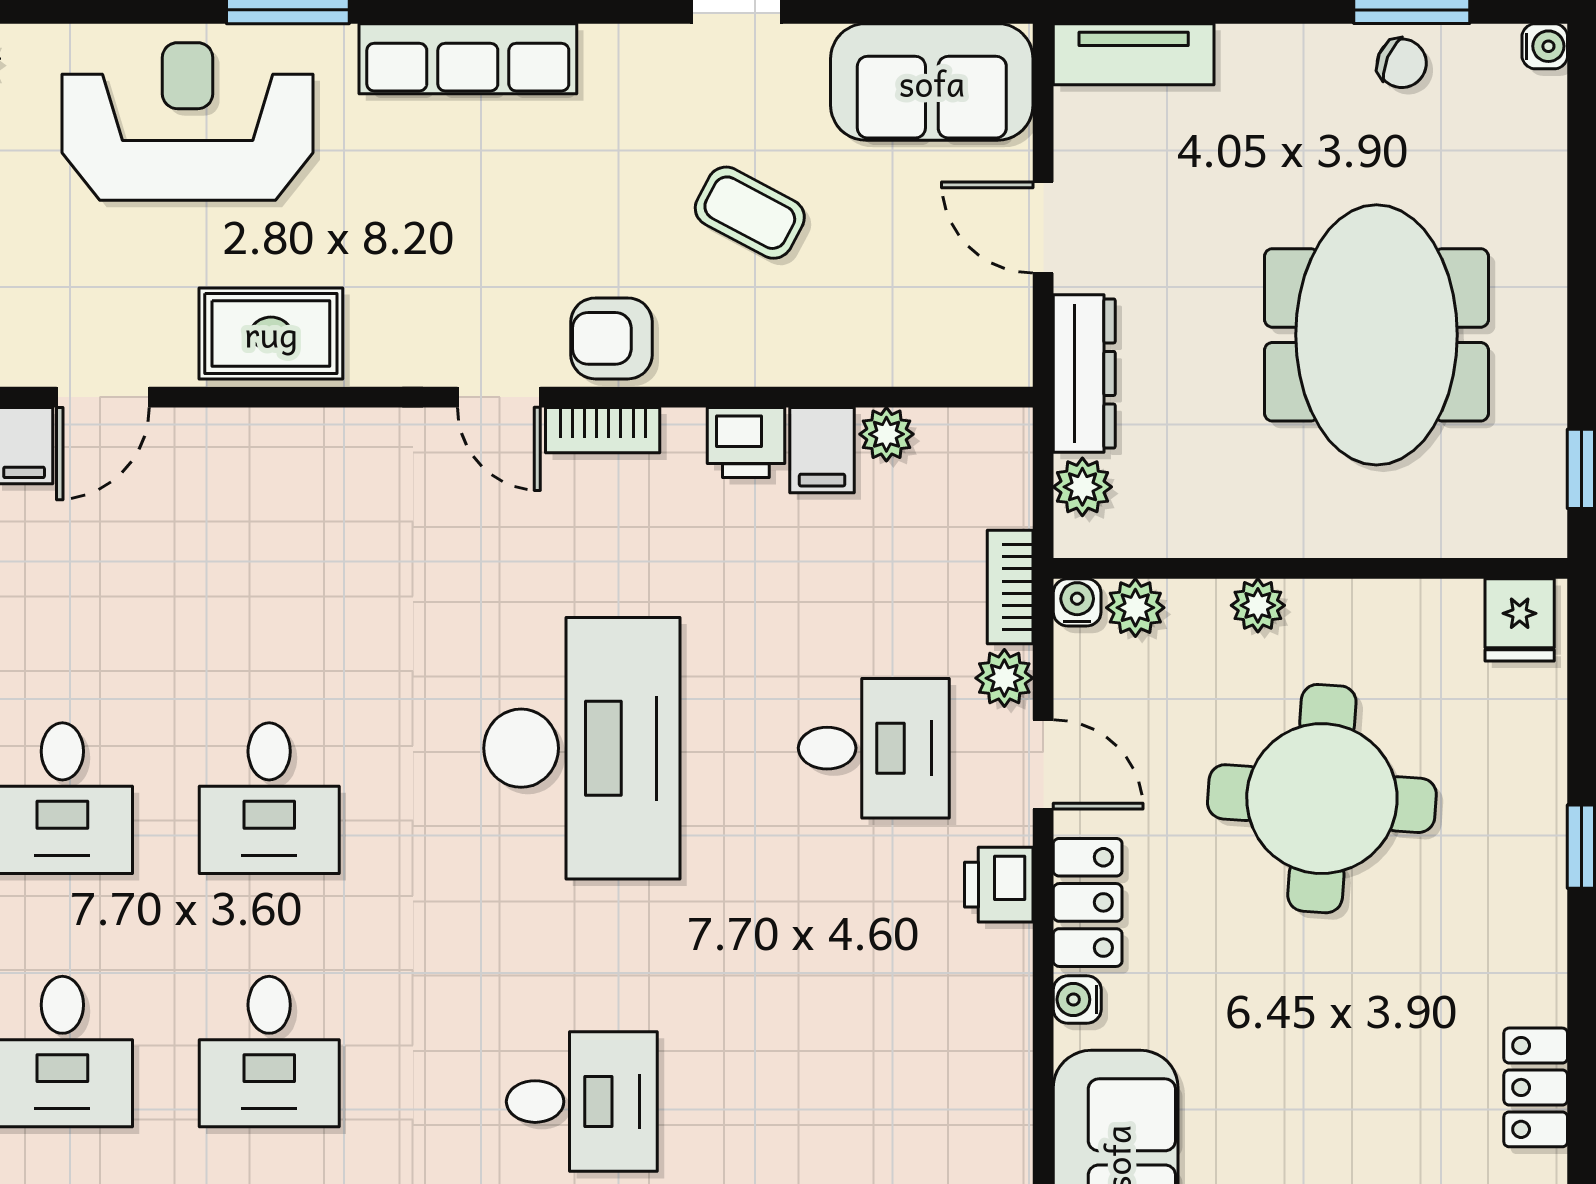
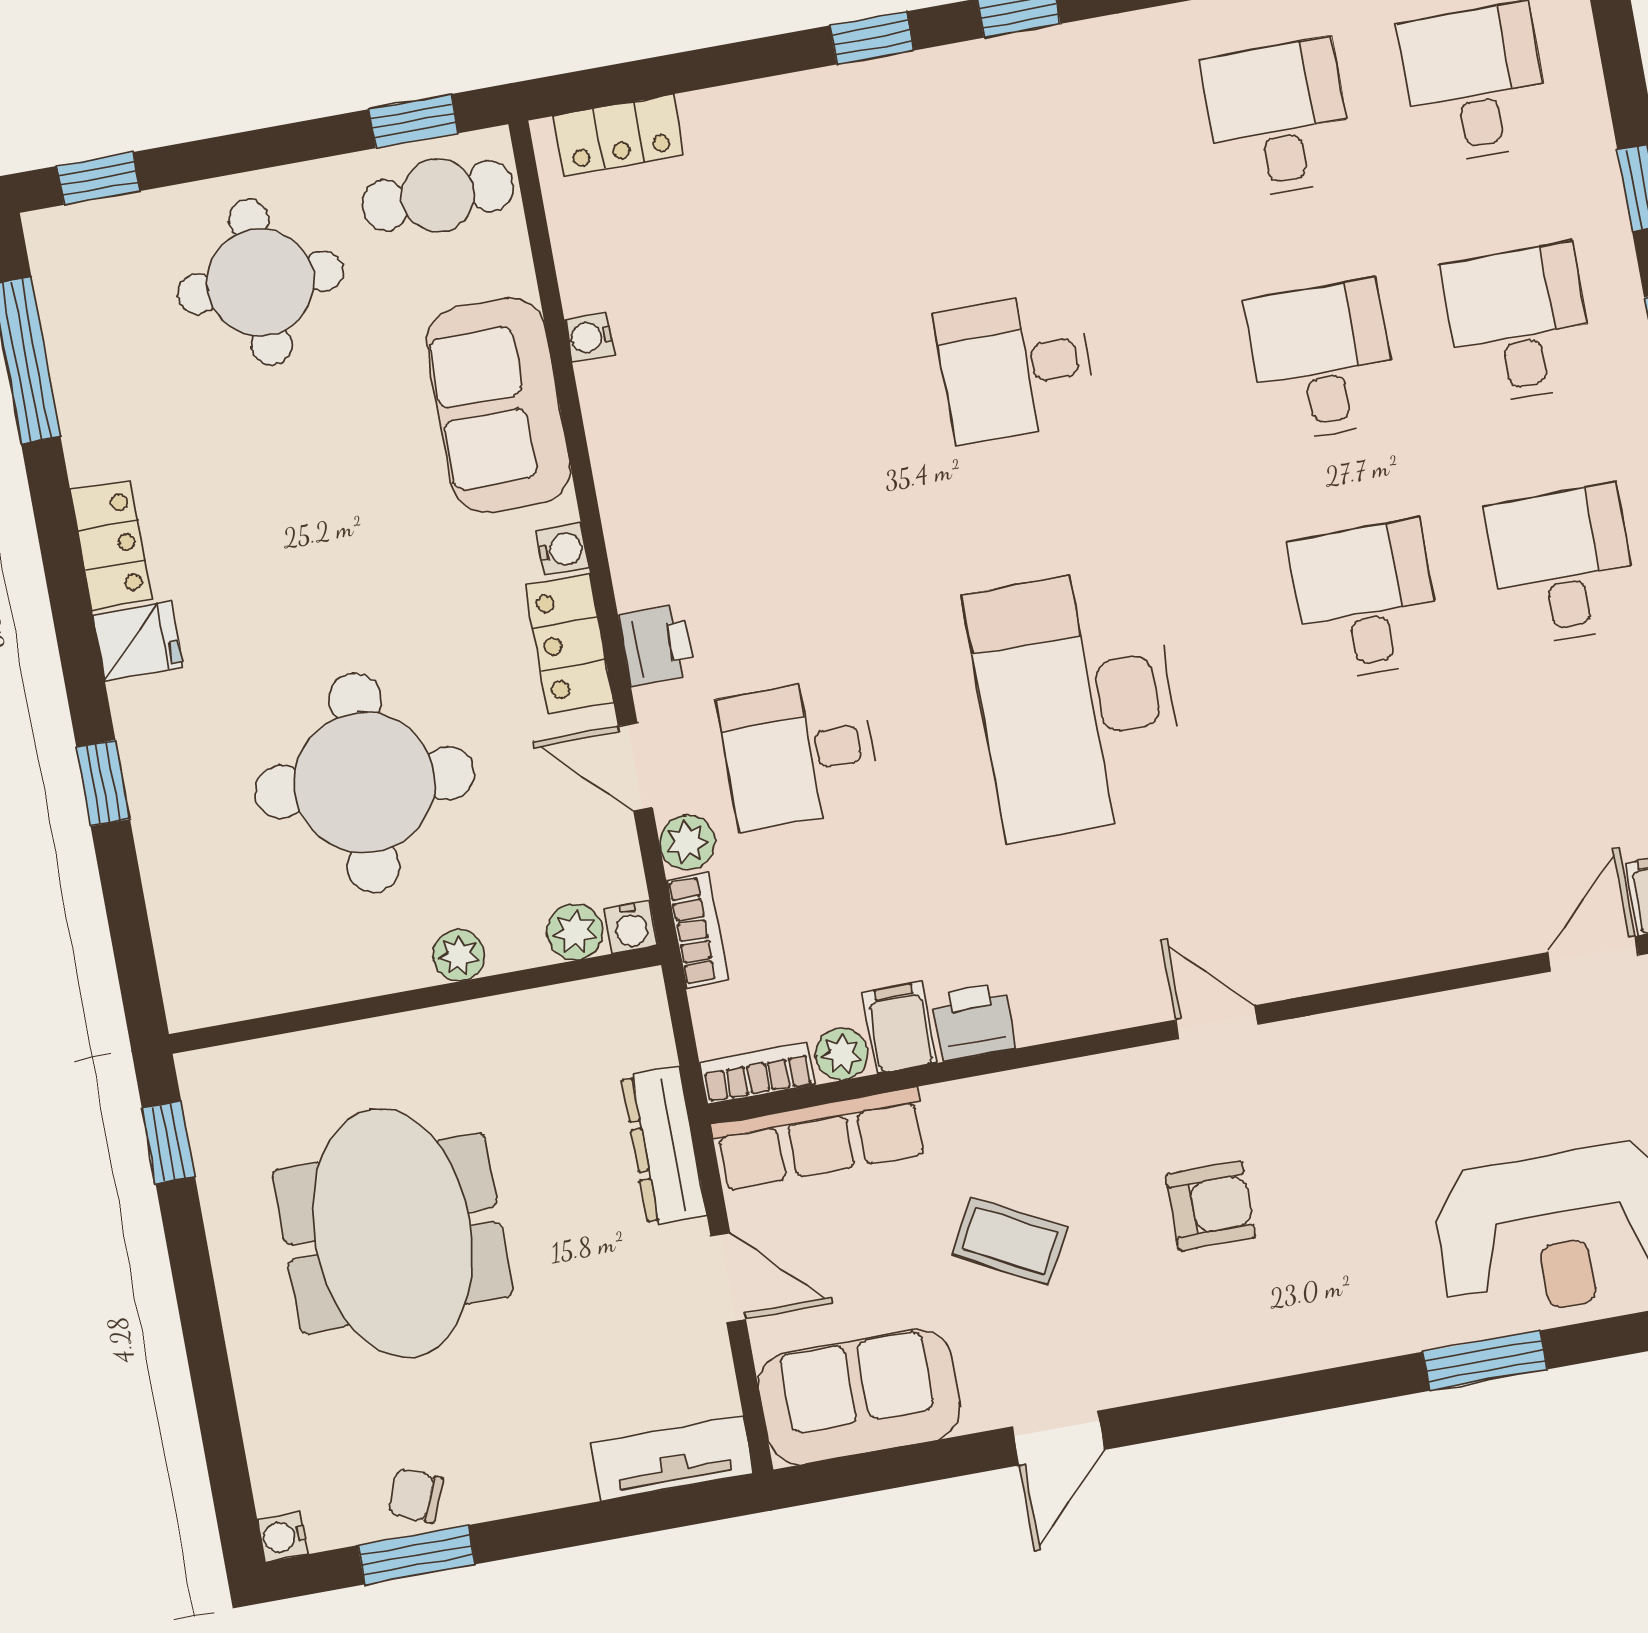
row of seats: (468, 59) -> (820, 1139), moved, turned 180
rug: (271, 333) -> (1444, 1043), removed
armchair: (612, 338) -> (1210, 1206), moved
bookcase: (603, 430) -> (757, 1073), moved
plant: (1082, 487) -> (646, 1038), removed
fridge: (1520, 620) -> (138, 641), moved, turned 90

